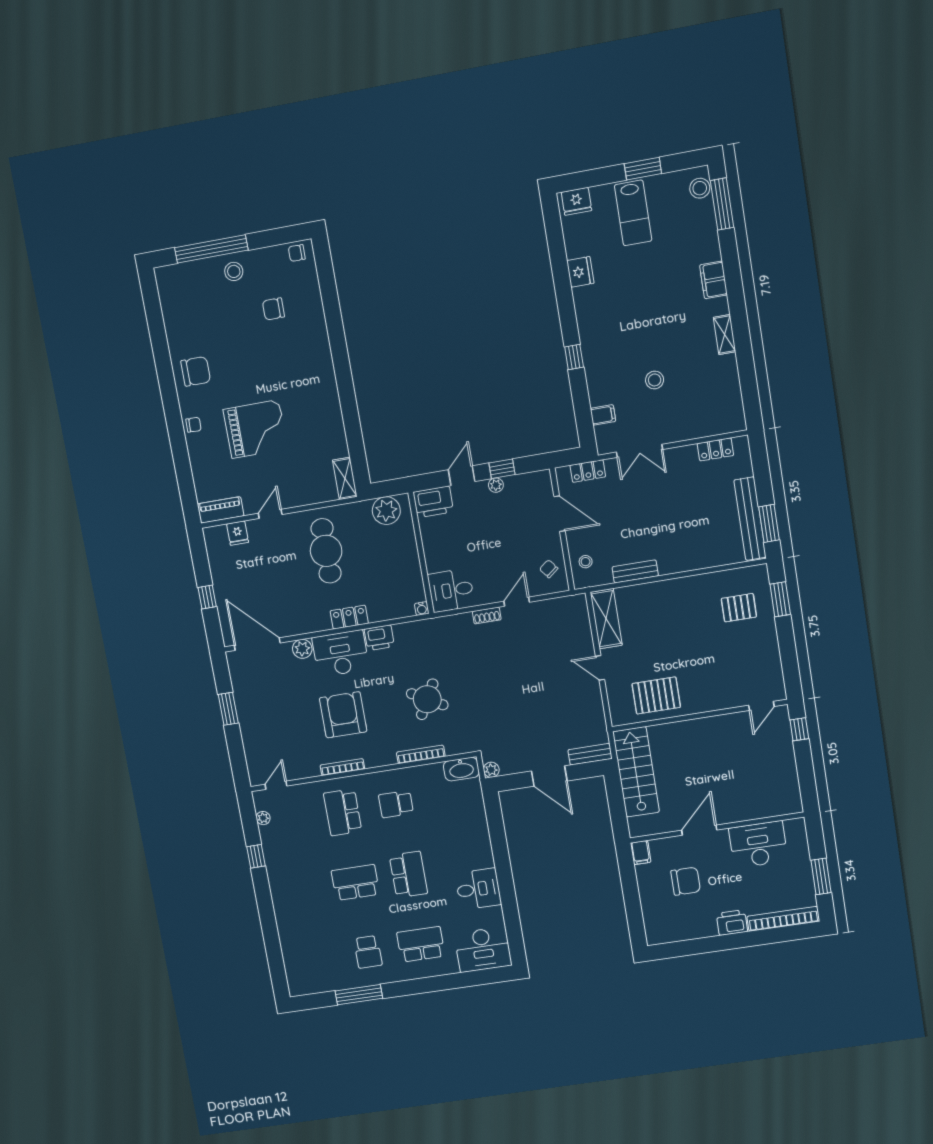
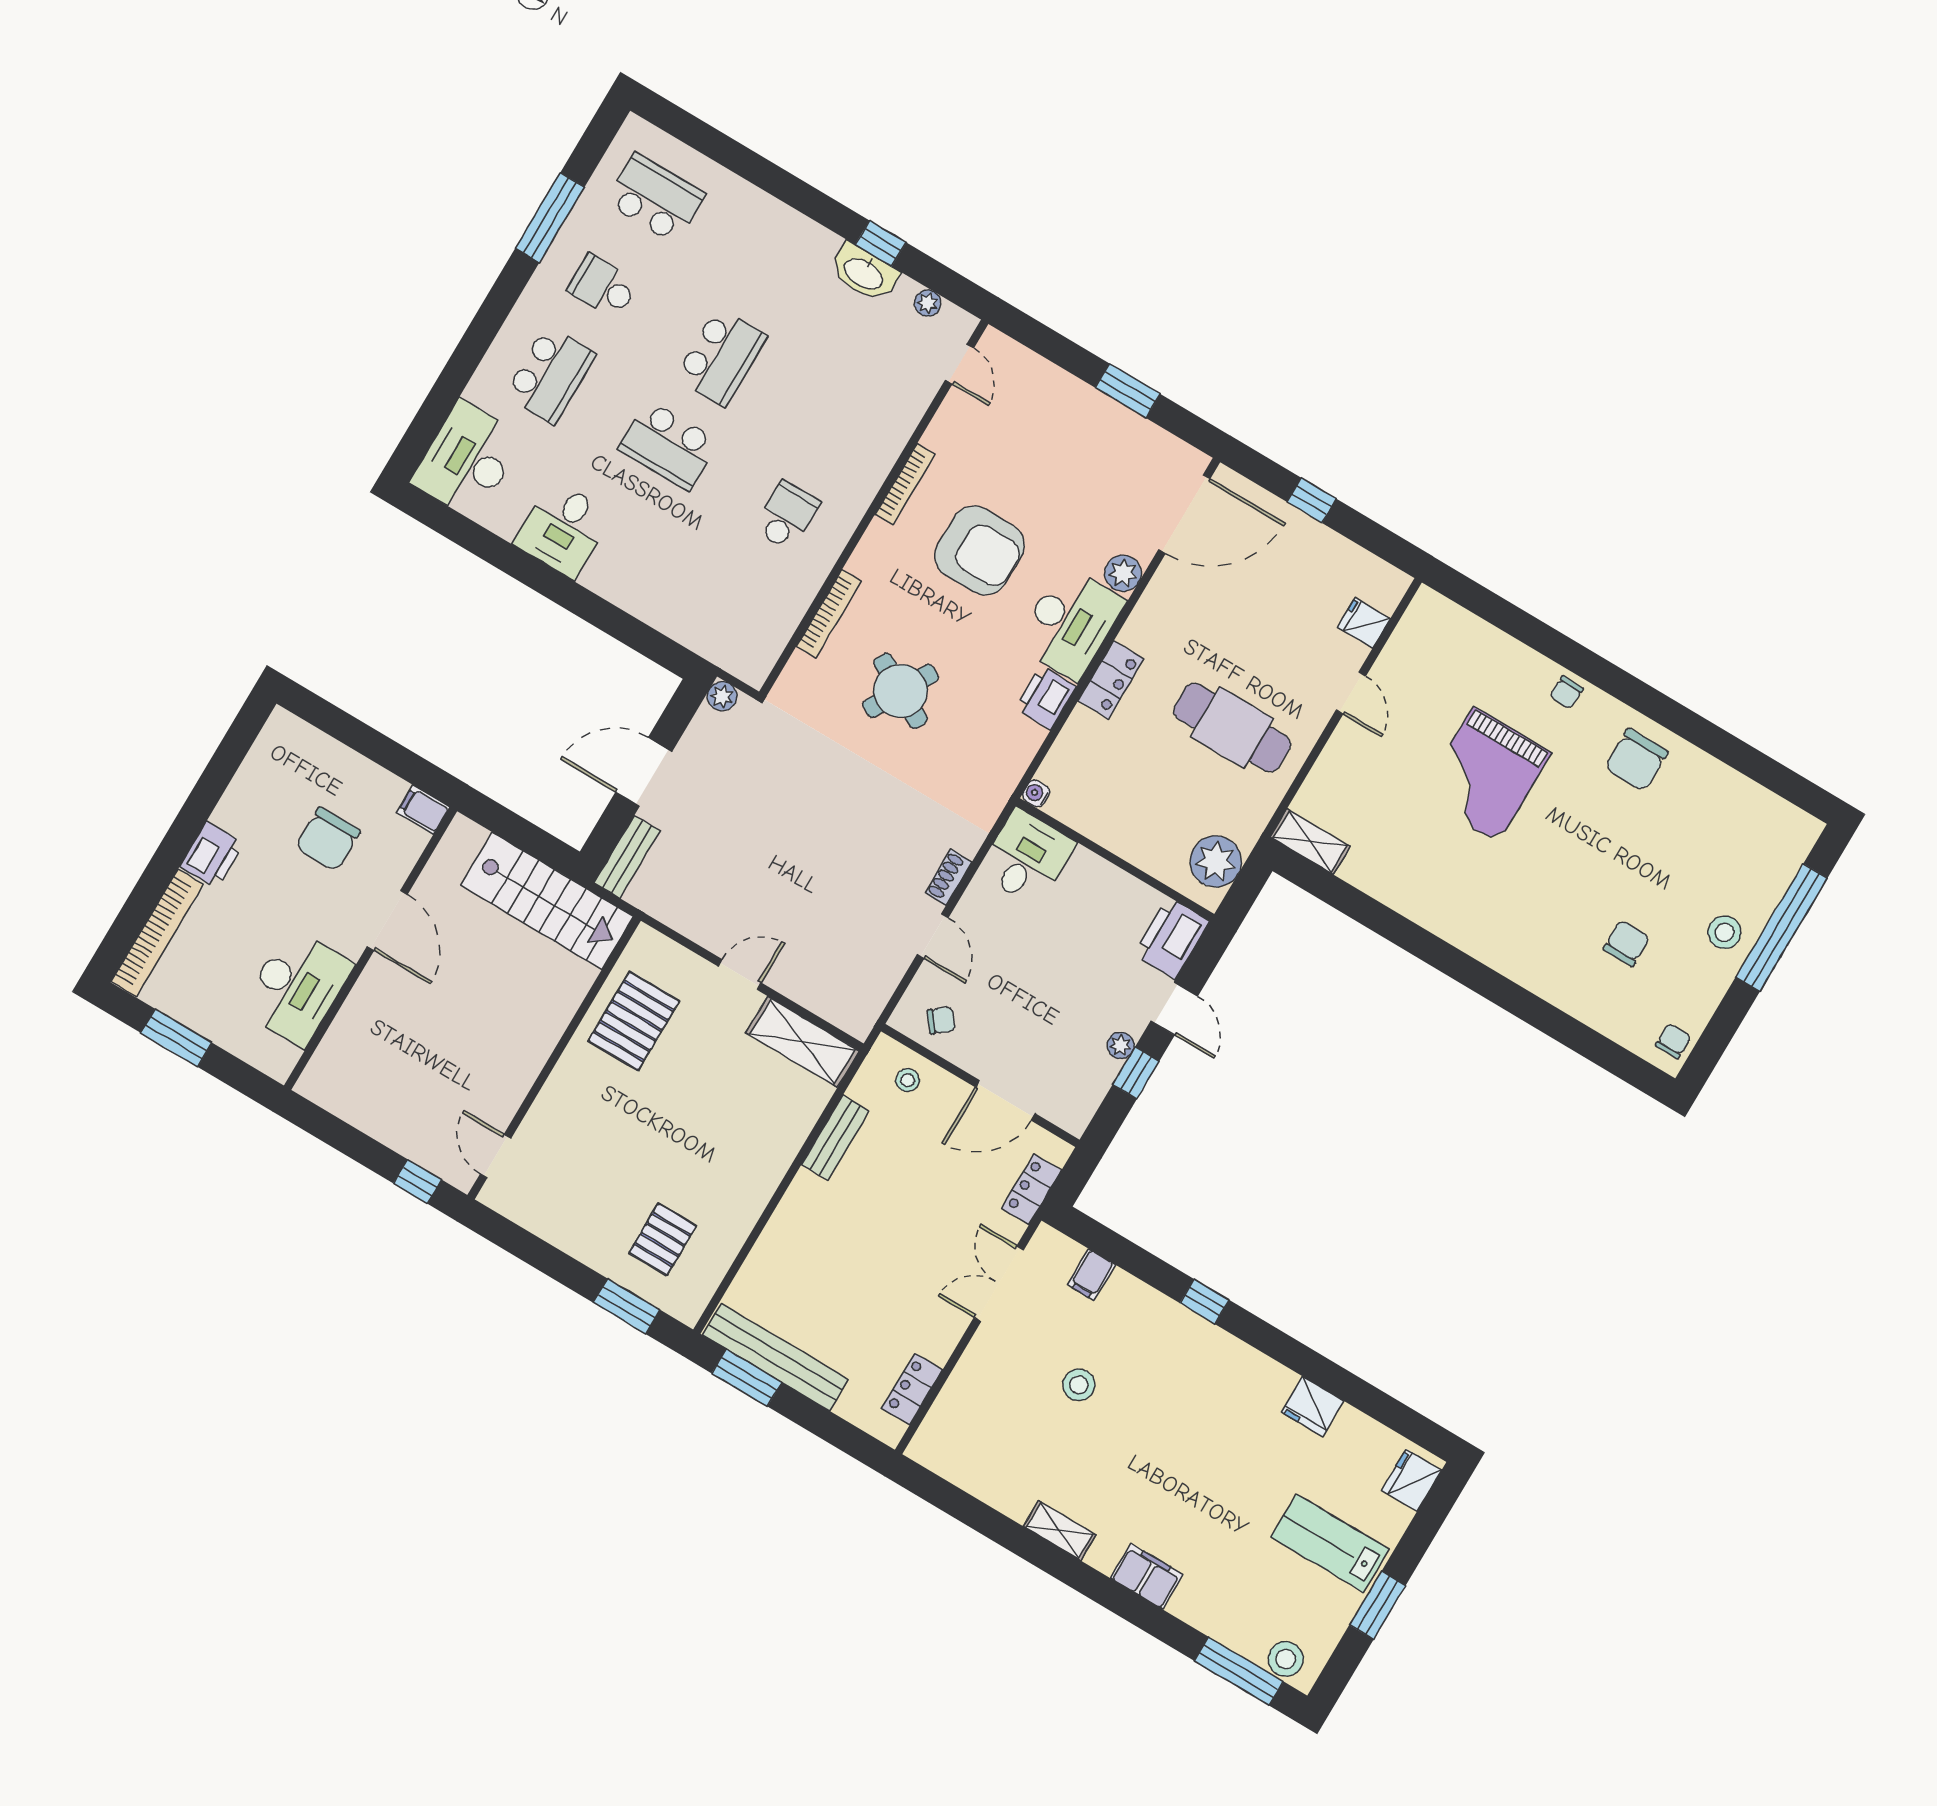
piano: (221, 510) -> (1417, 627), removed
washbasin: (461, 769) -> (864, 273), moved, turned -90
school desk: (343, 812) -> (655, 198), moved

